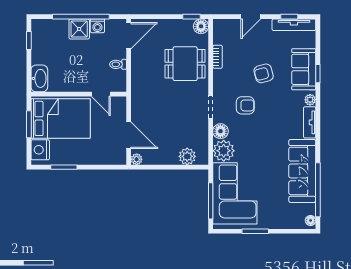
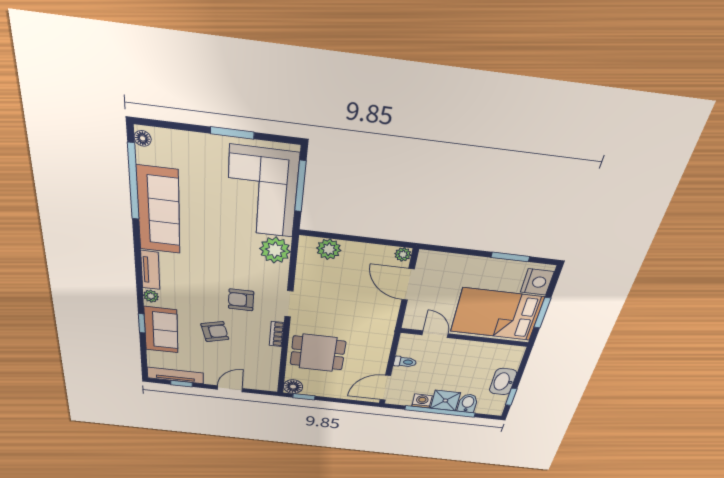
bidet: (61, 29) -> (468, 403), added
bookcase: (218, 57) -> (277, 334), moved
washbasin: (39, 78) -> (503, 382), moved
floor lamp: (220, 131) -> (278, 274), removed

